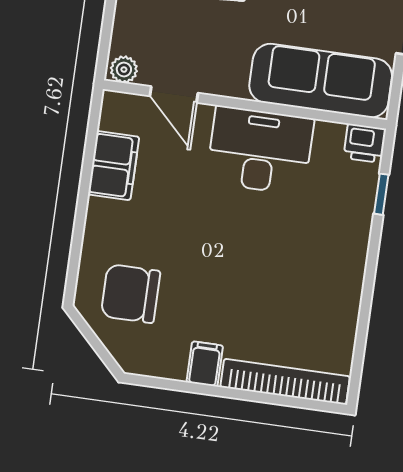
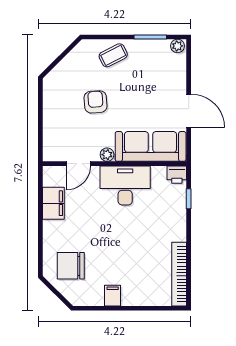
plant: (124, 70) -> (107, 155), moved
door: (174, 94) -> (78, 164), hinge flipped
bookcase: (285, 382) -> (179, 274), moved, turned -90

